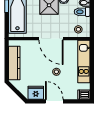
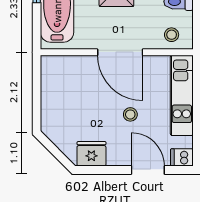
kitchen counter: (14, 63) -> (51, 98), removed
door: (54, 101) -> (148, 170), moved

